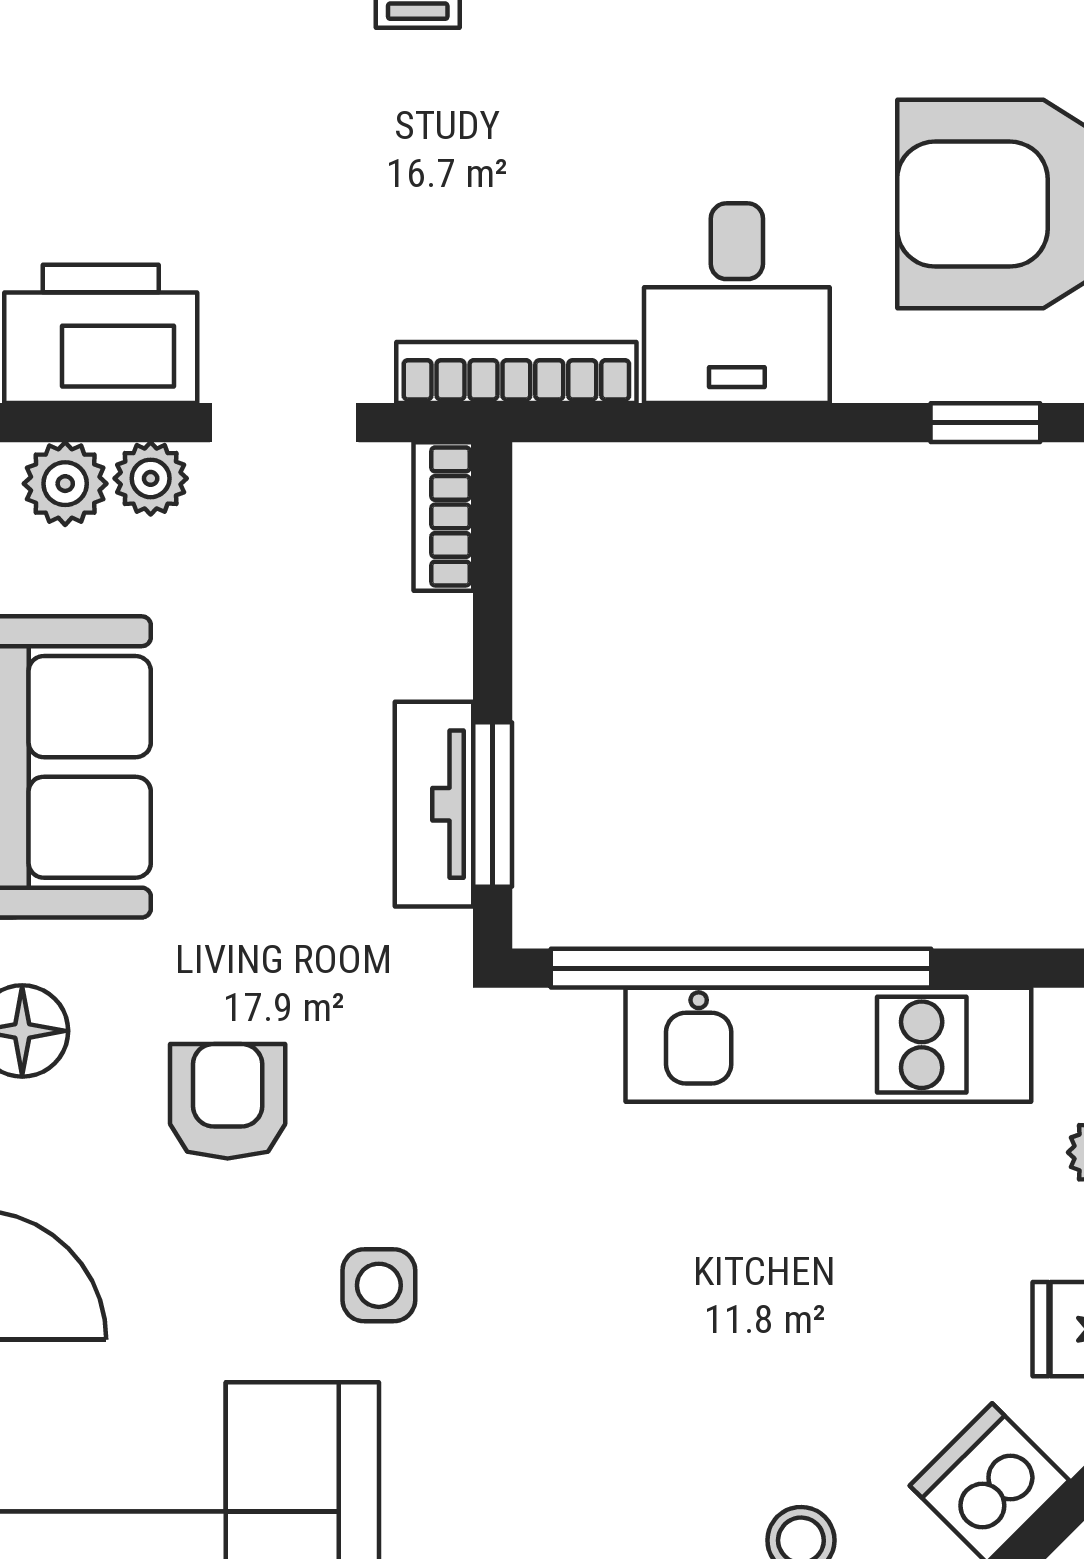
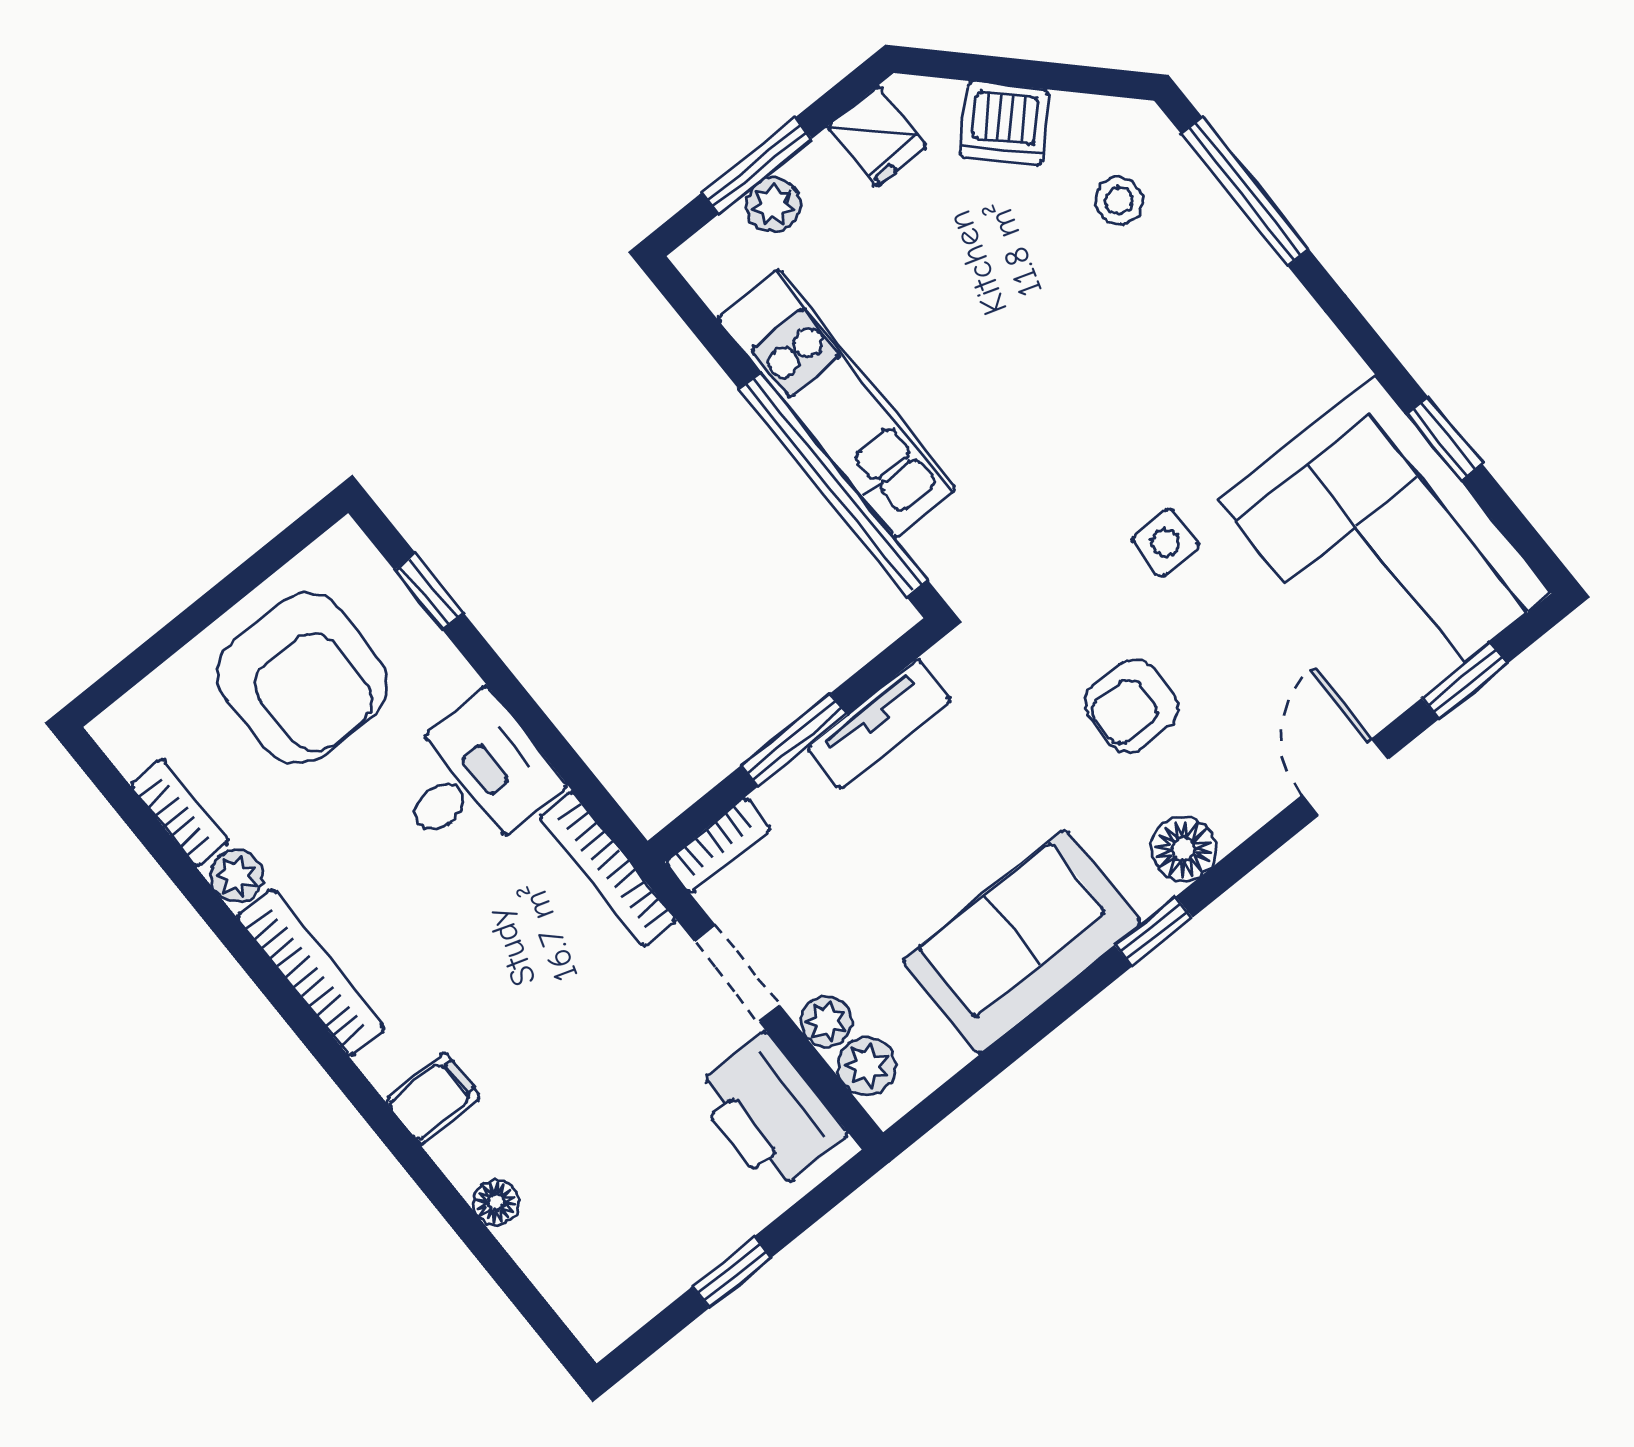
window: (493, 804) -> (794, 740), moved

